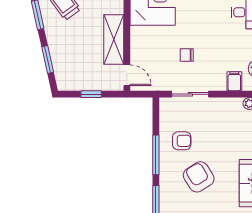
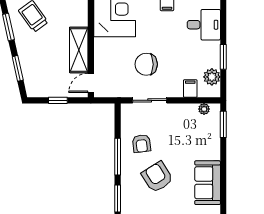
chair: (187, 55) -> (146, 64), width x1.87, depth x1.87
door: (127, 75) -> (91, 83), swing flipped
armchair: (182, 141) -> (142, 144), turned 83

